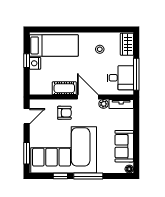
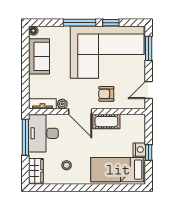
desk: (120, 78) -> (43, 133), width x1.37

